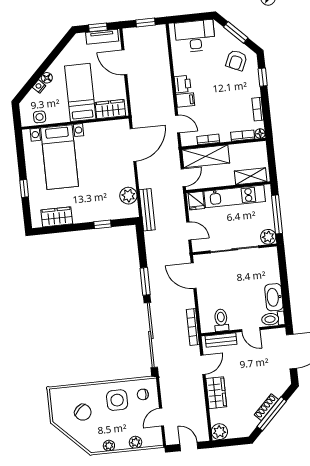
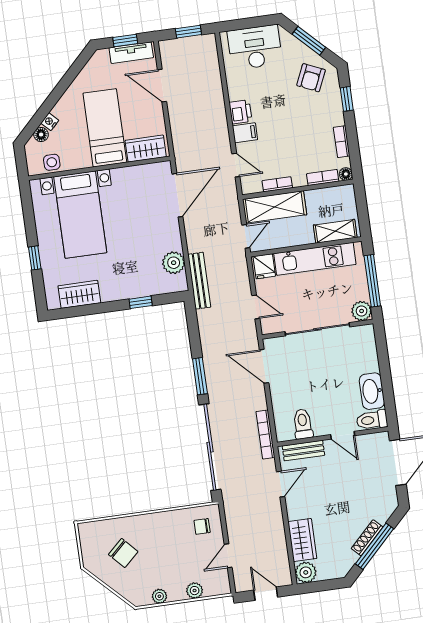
floor lamp: (47, 78) -> (41, 135), moved
wardrobe: (216, 393) -> (302, 540), moved
side table: (117, 400) -> (168, 535), removed

